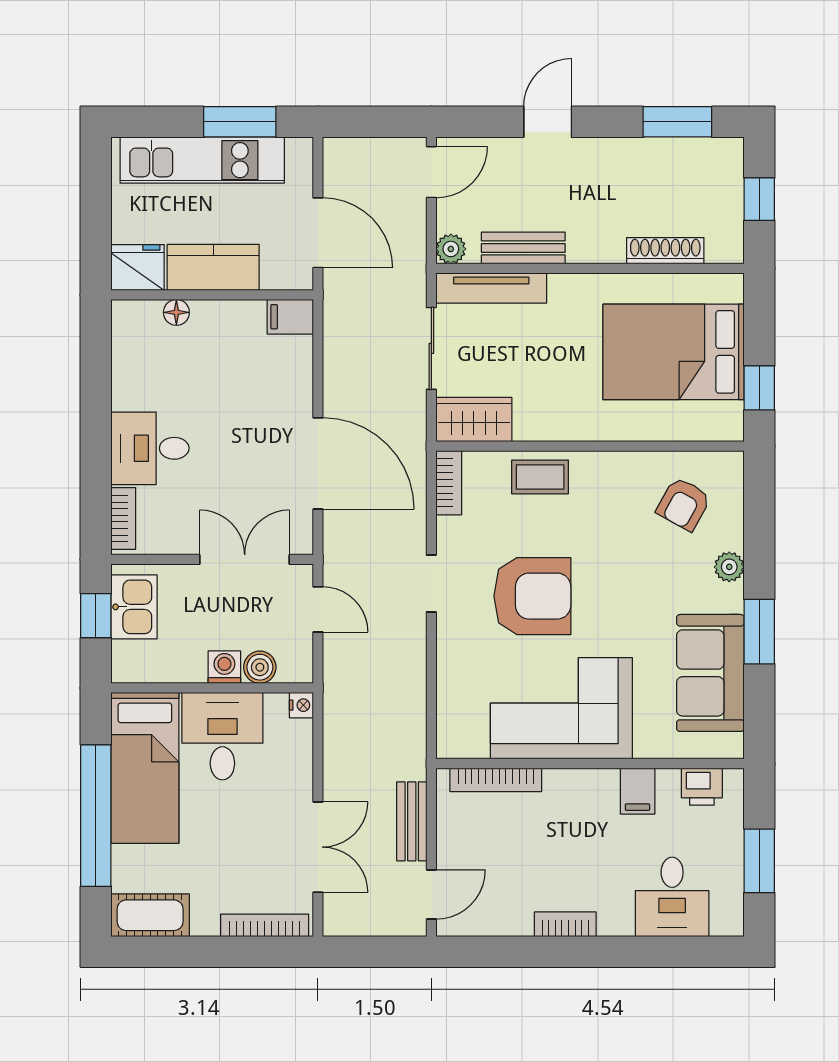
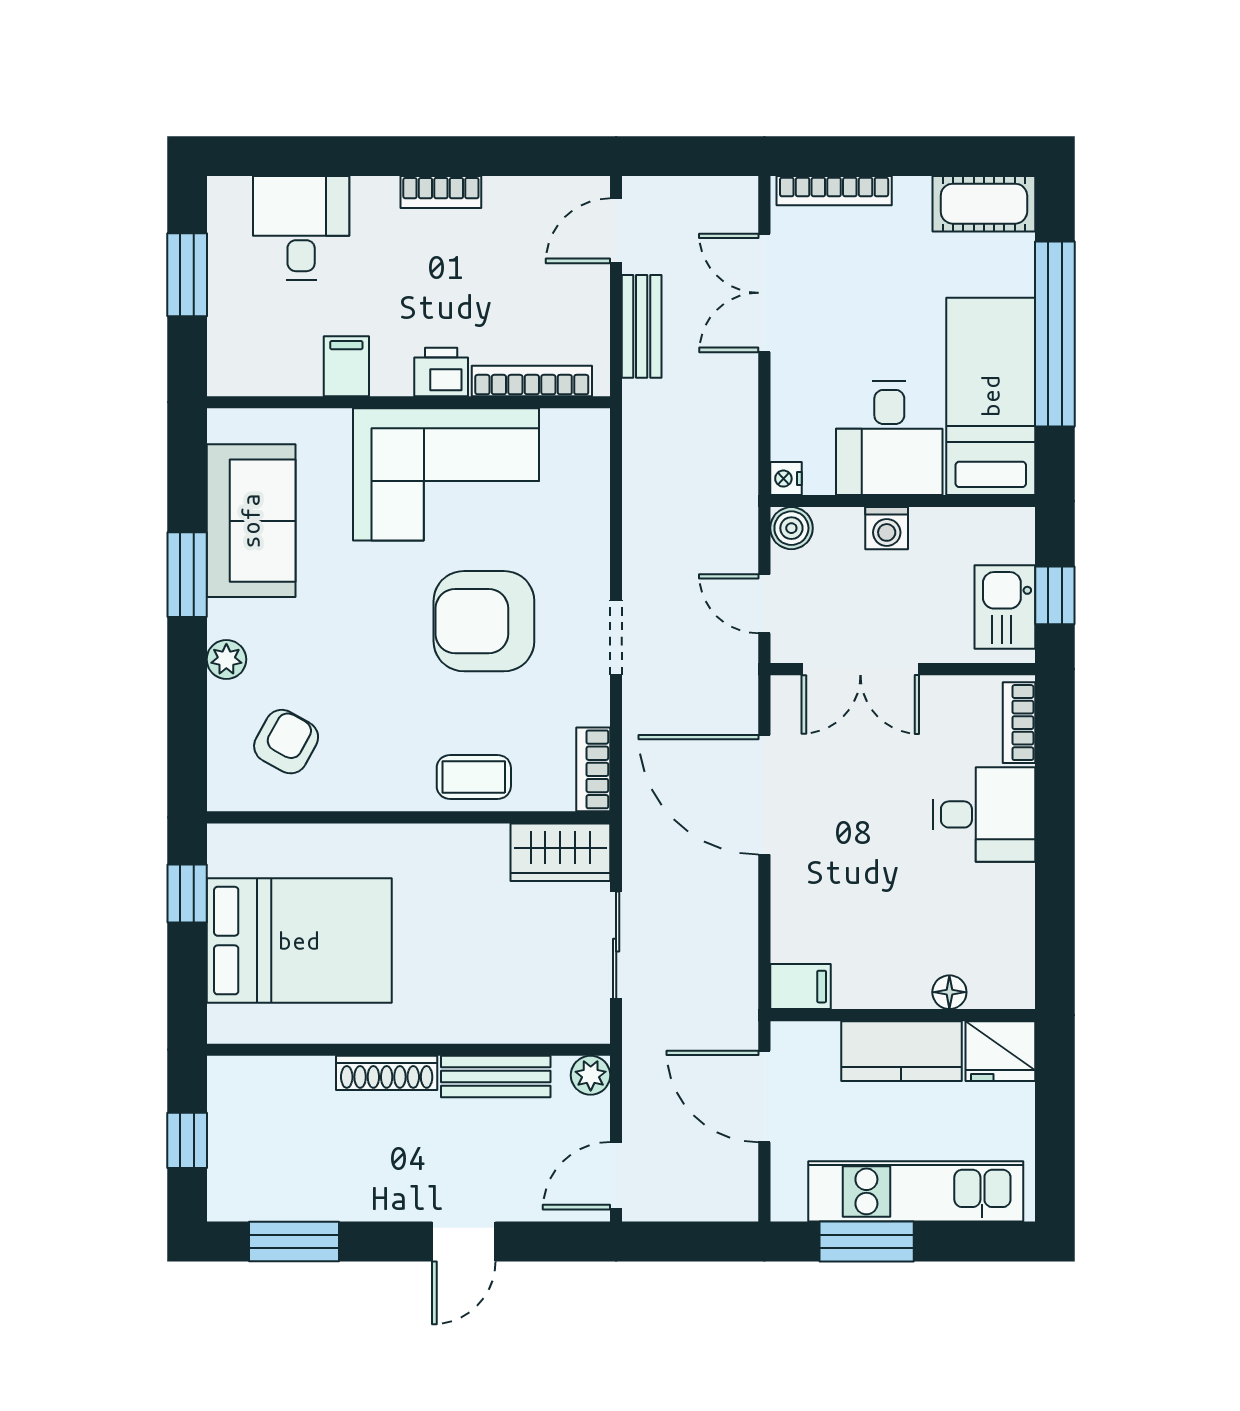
shoe rack: (665, 251) -> (387, 1073), moved
tv unit: (491, 288) -> (538, 1024), removed
boiler: (260, 667) -> (791, 528), moved
printer: (702, 787) -> (441, 372), moved

